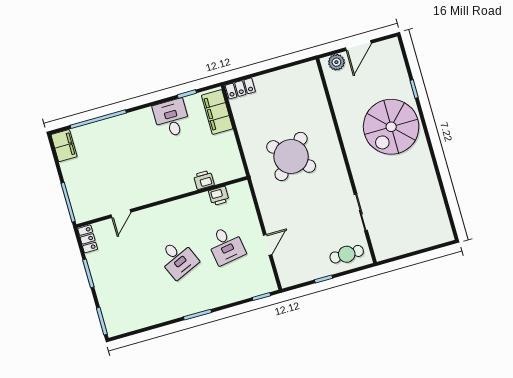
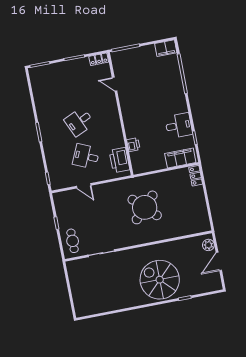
door: (358, 46) -> (219, 261), hinge flipped
printer: (219, 196) -> (119, 160), width x1.87, depth x1.48
desk: (226, 245) -> (86, 156), turned 33

